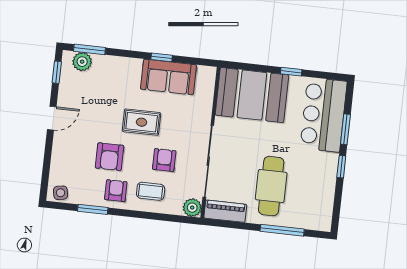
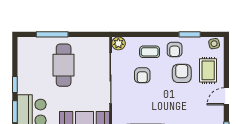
rug: (142, 122) -> (208, 70), moved, turned 90
piano: (225, 211) -> (94, 43), removed

